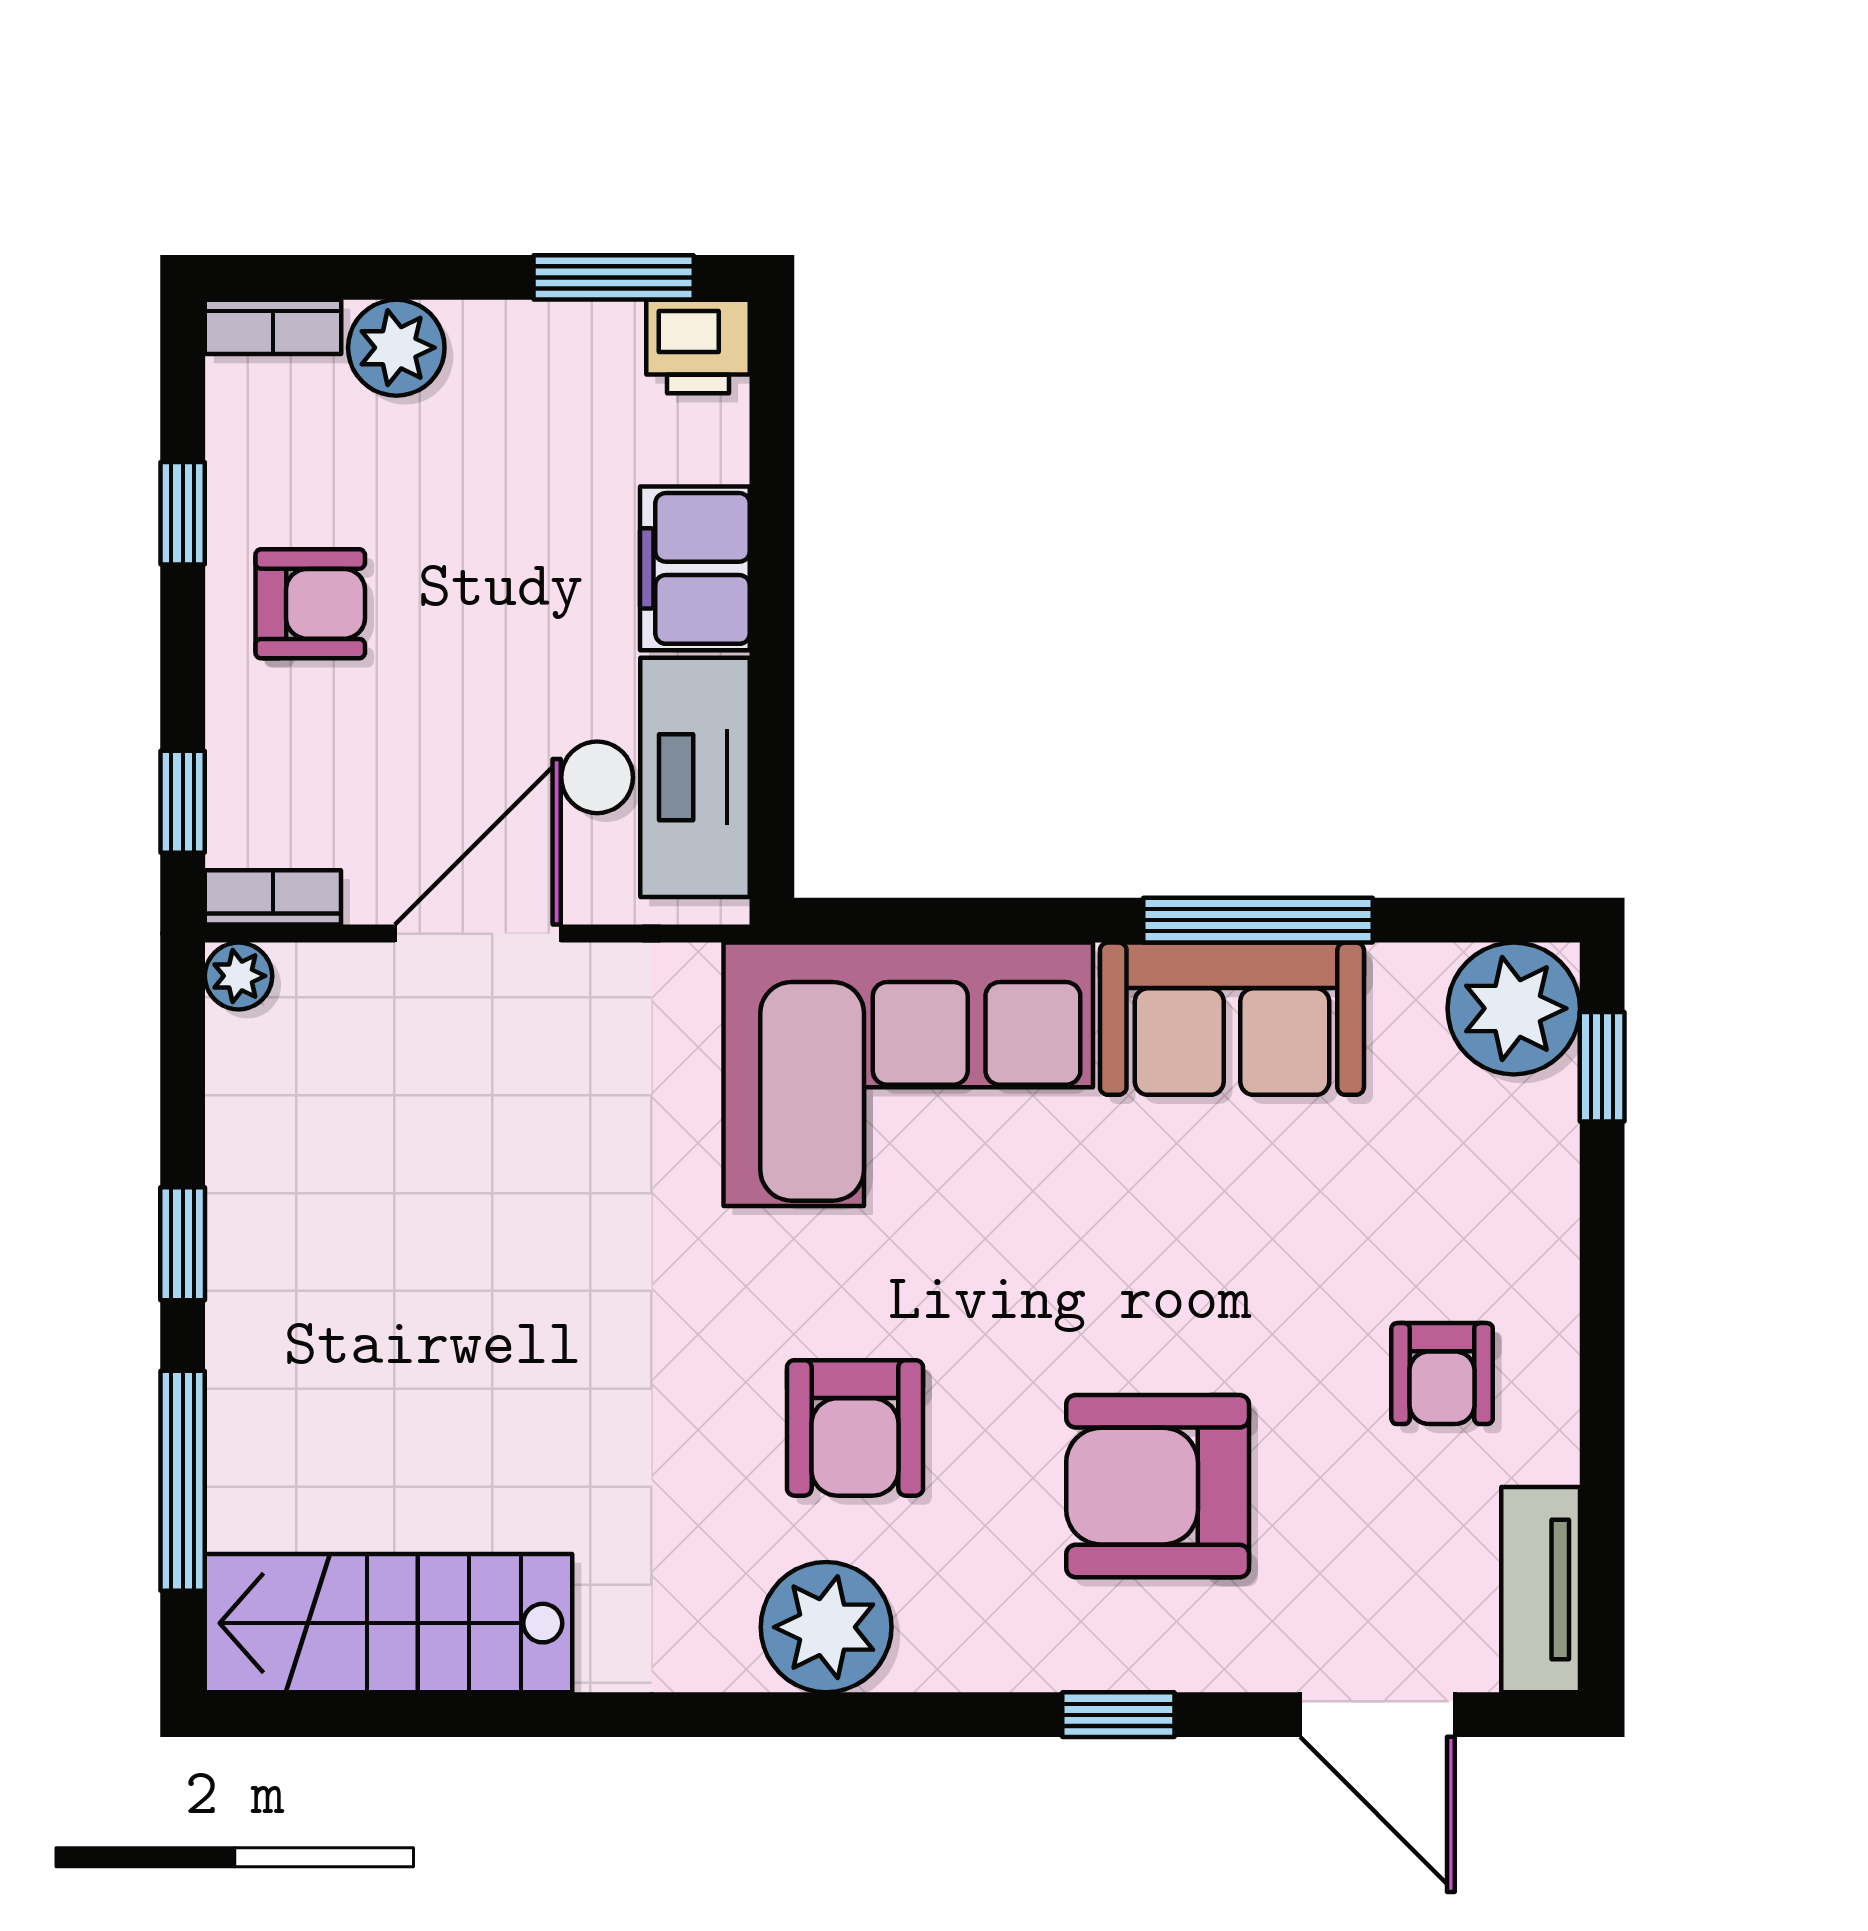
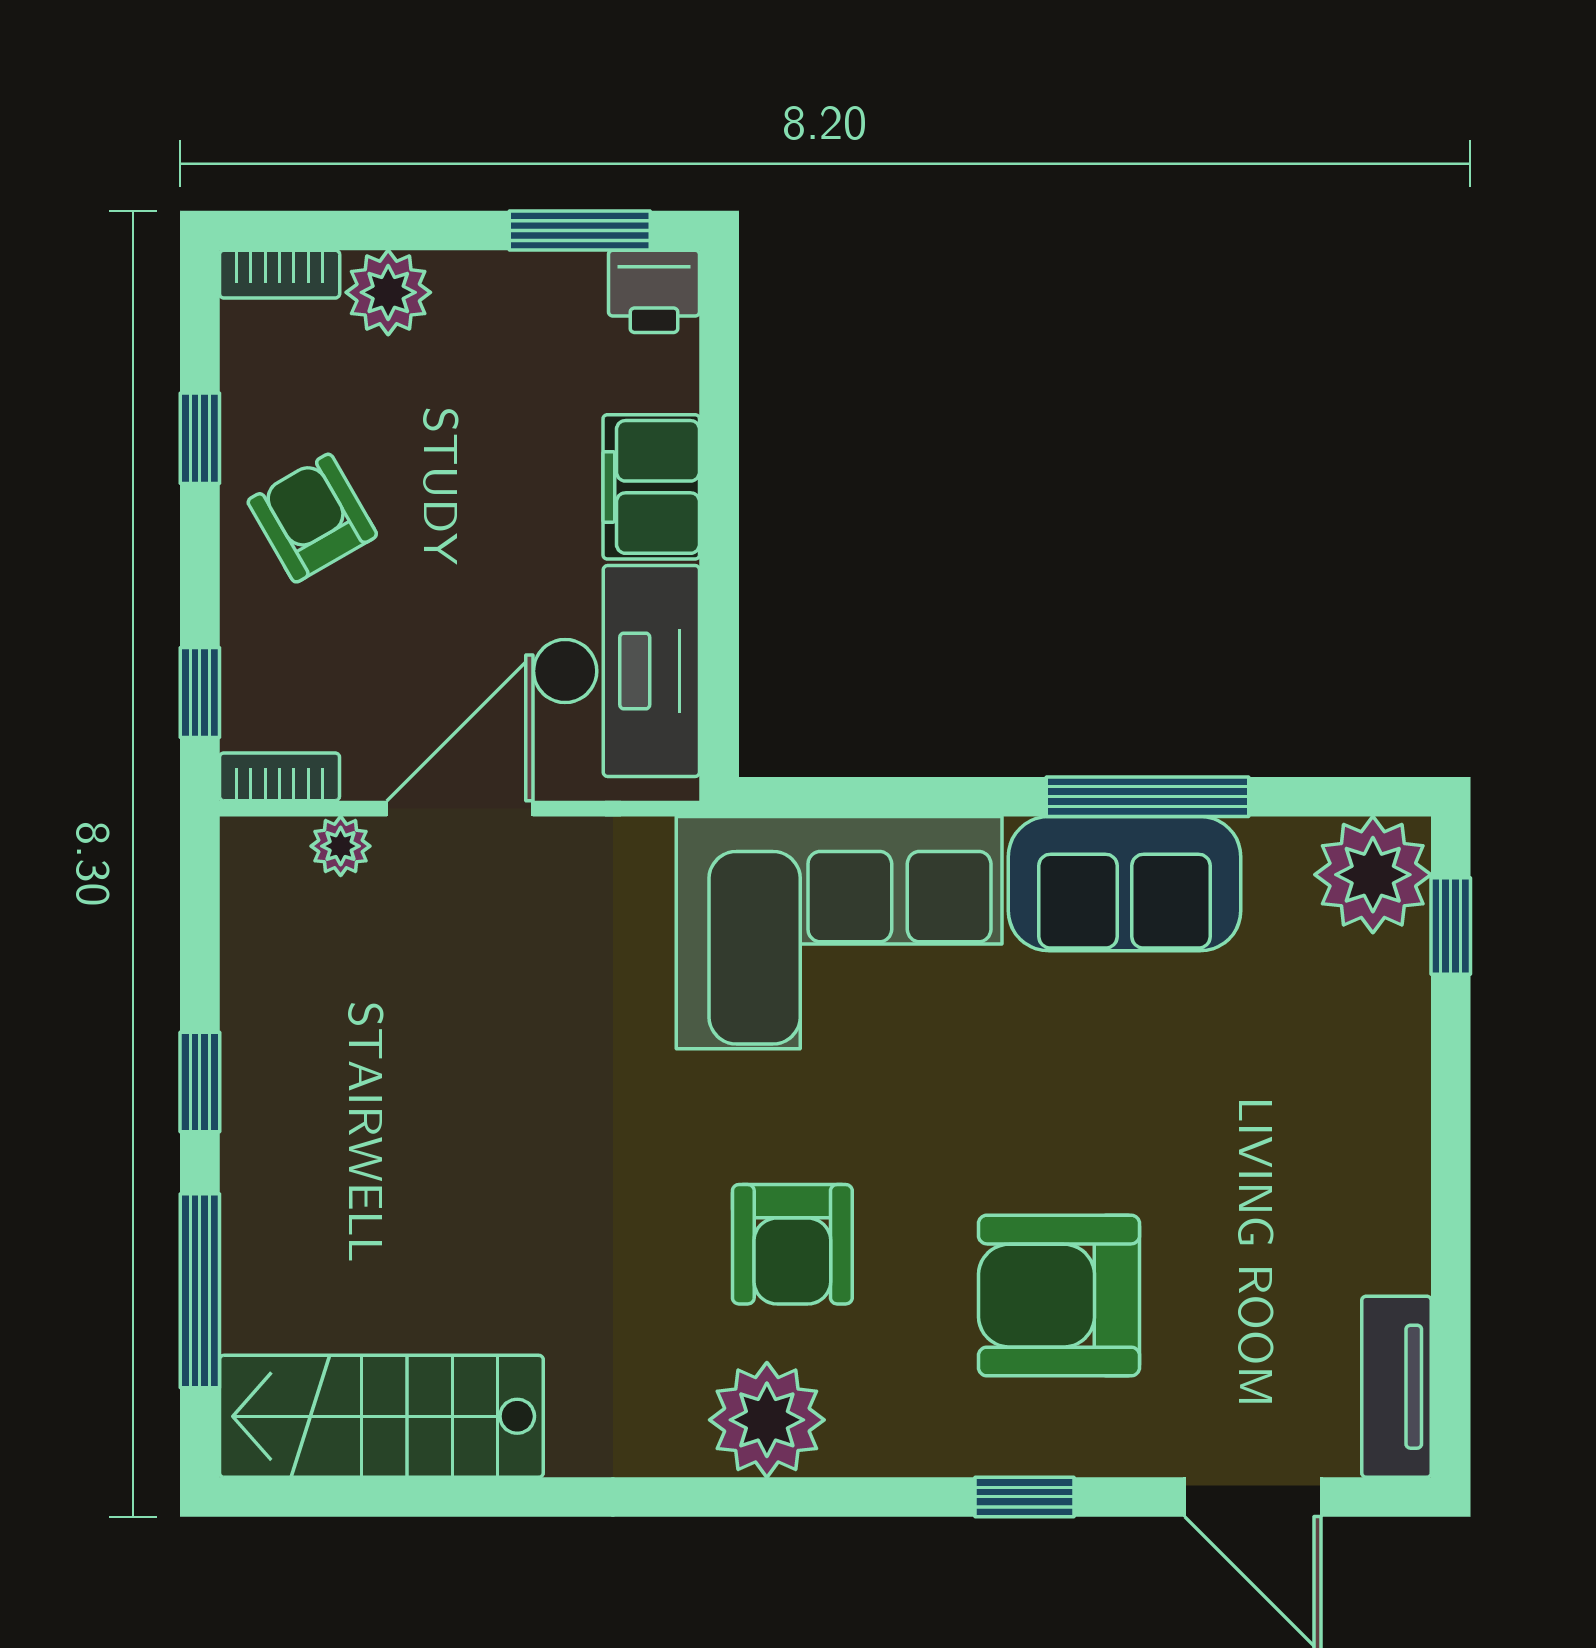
armchair: (310, 604) -> (312, 518), turned -120
plant: (239, 976) -> (341, 846), moved
armchair: (1442, 1374) -> (1310, 1196), removed

